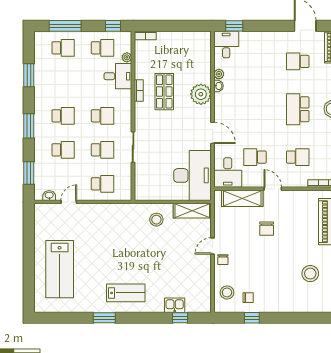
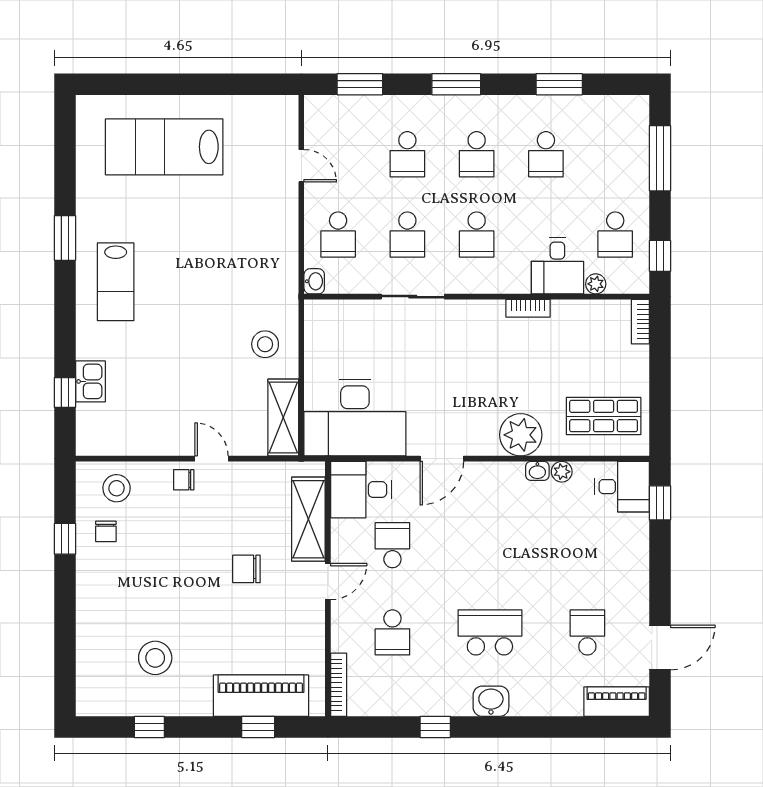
school desk: (63, 48) -> (546, 154), moved
shop shelf: (164, 92) -> (604, 416), moved
washbasin: (49, 195) -> (314, 281), moved

